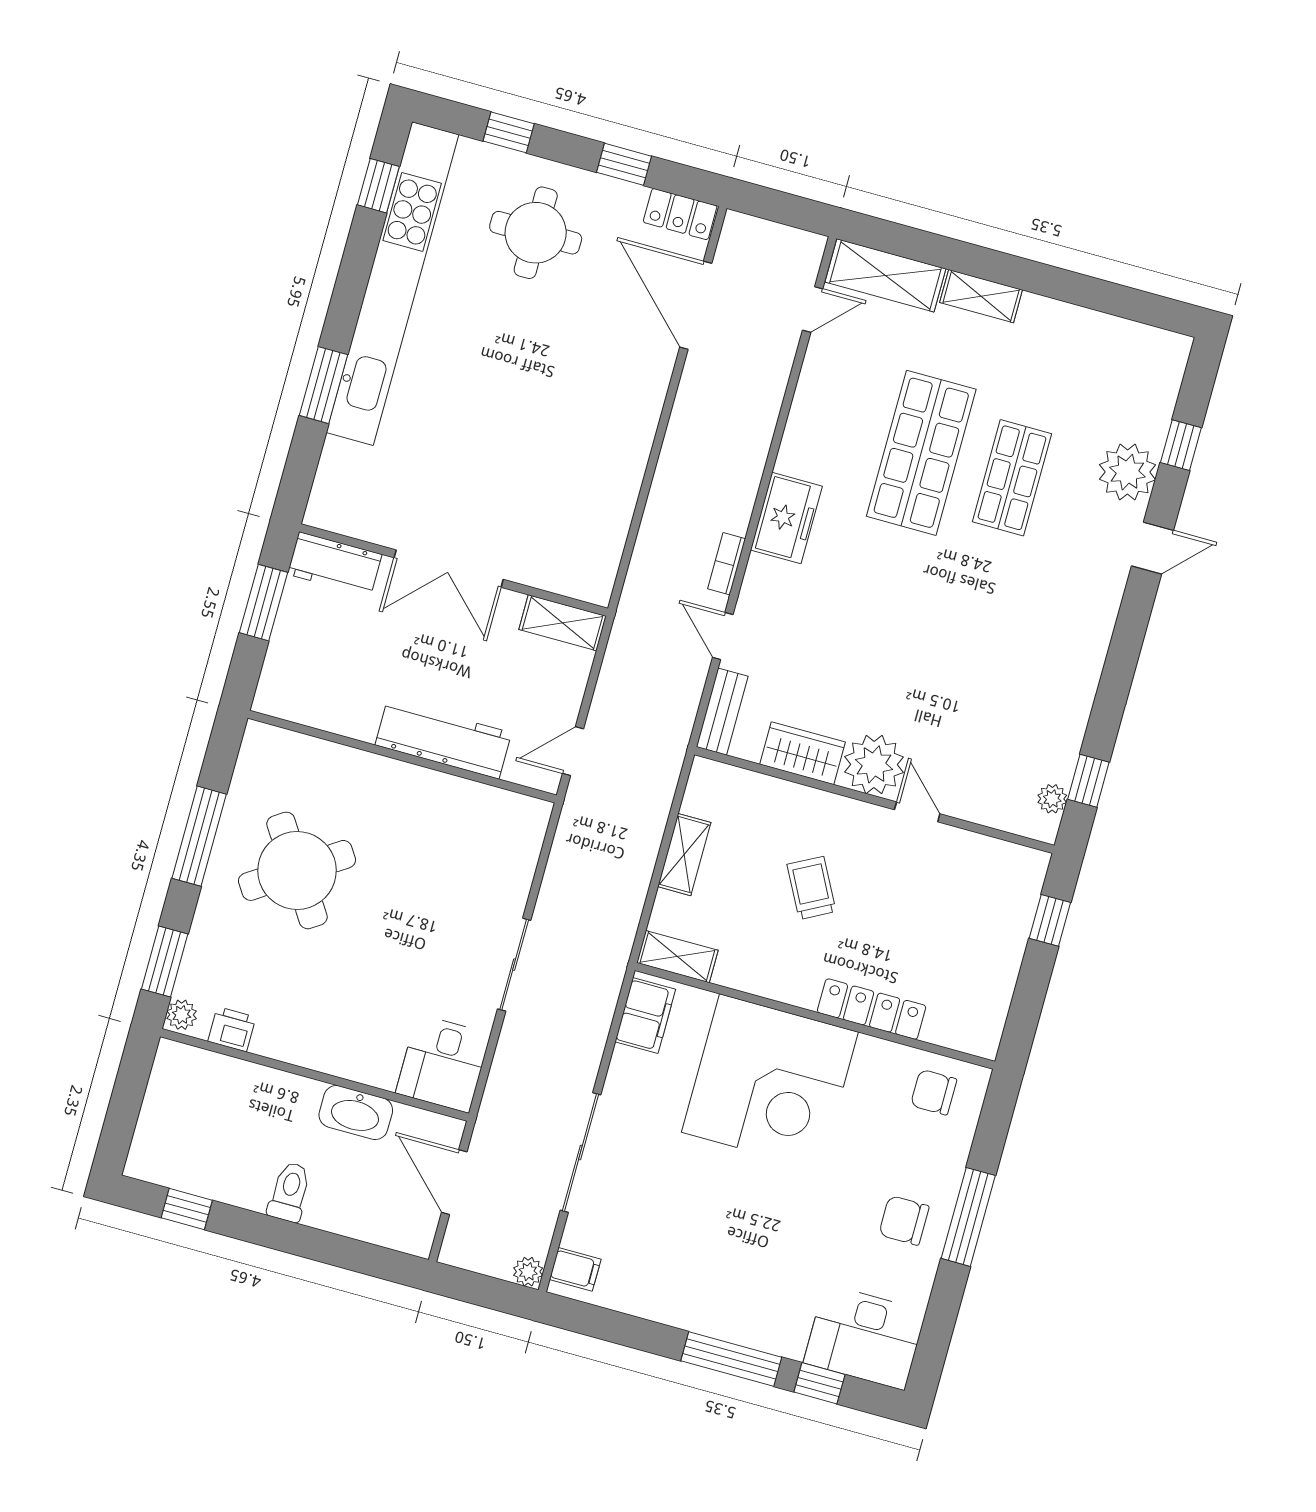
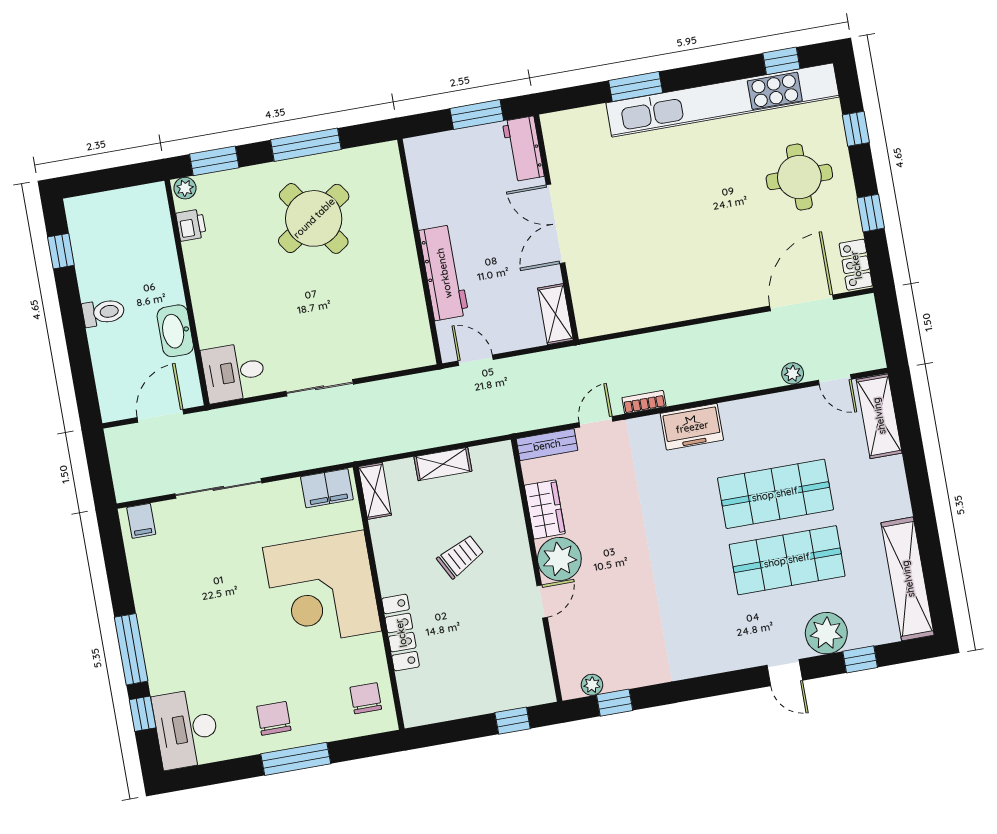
shelving: (981, 296) -> (908, 579), moved, width x2.20, depth x1.33
shop shelf: (1012, 478) -> (787, 560), width x1.43, depth x1.36
plant: (528, 1272) -> (793, 373), moved

